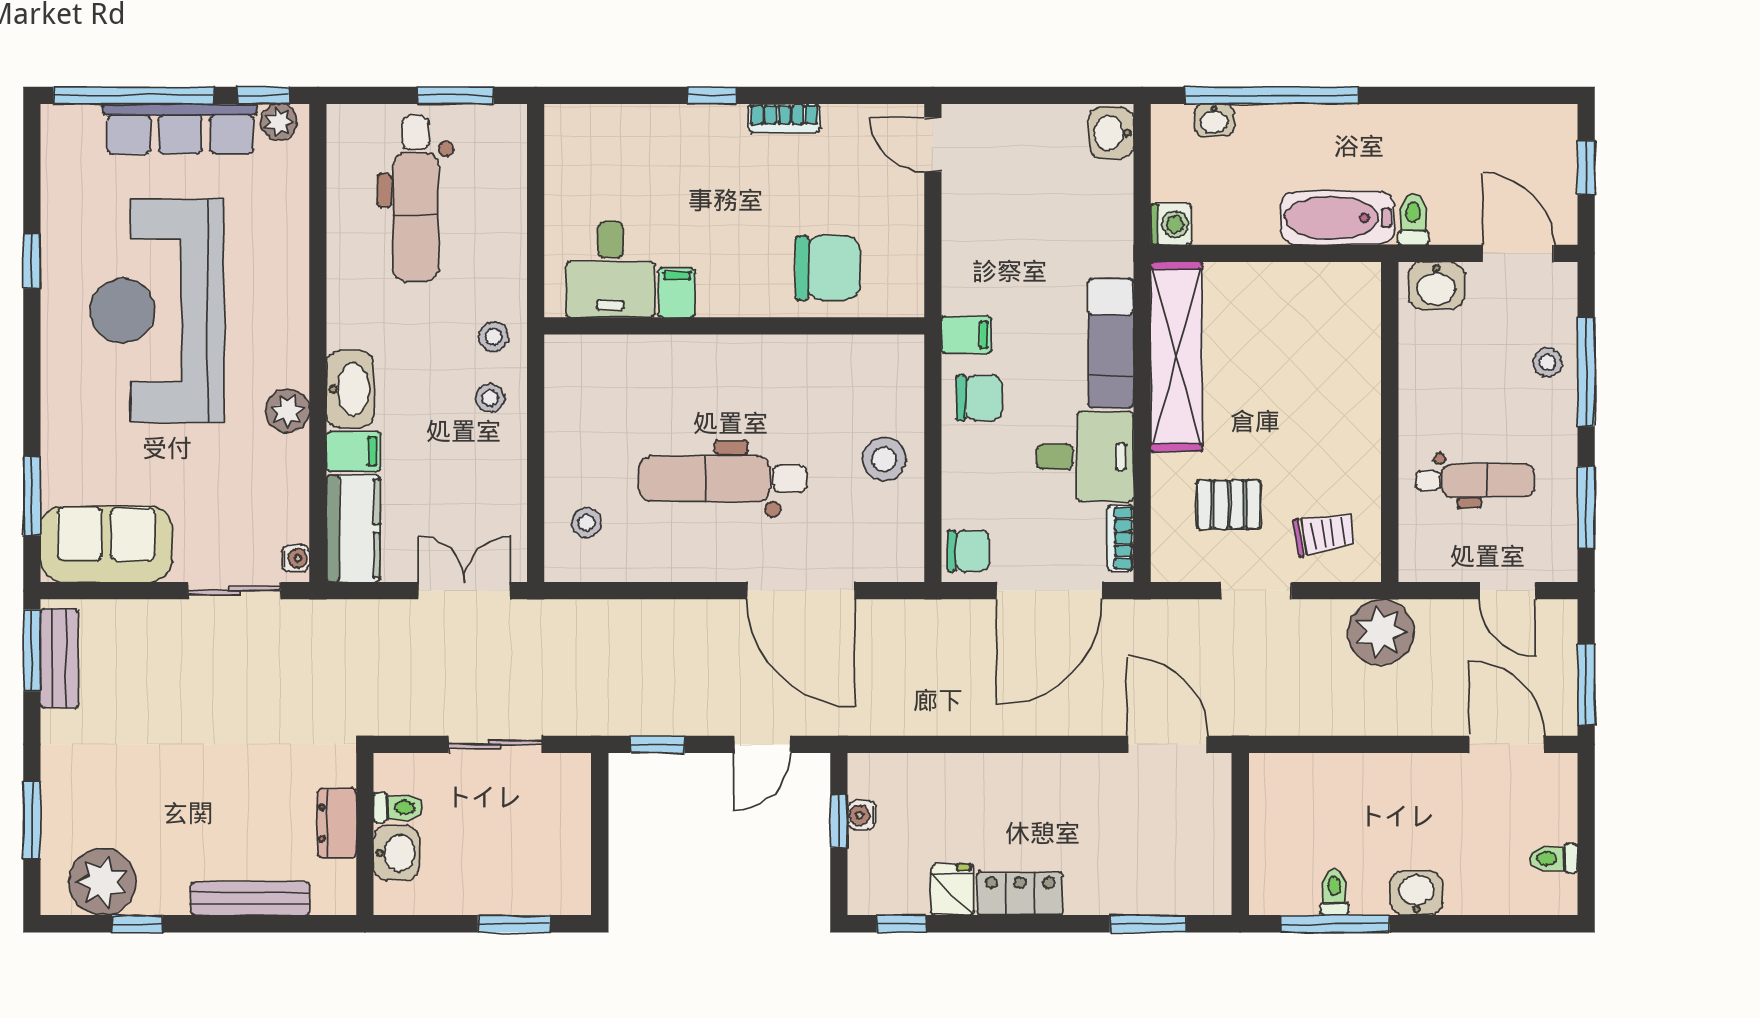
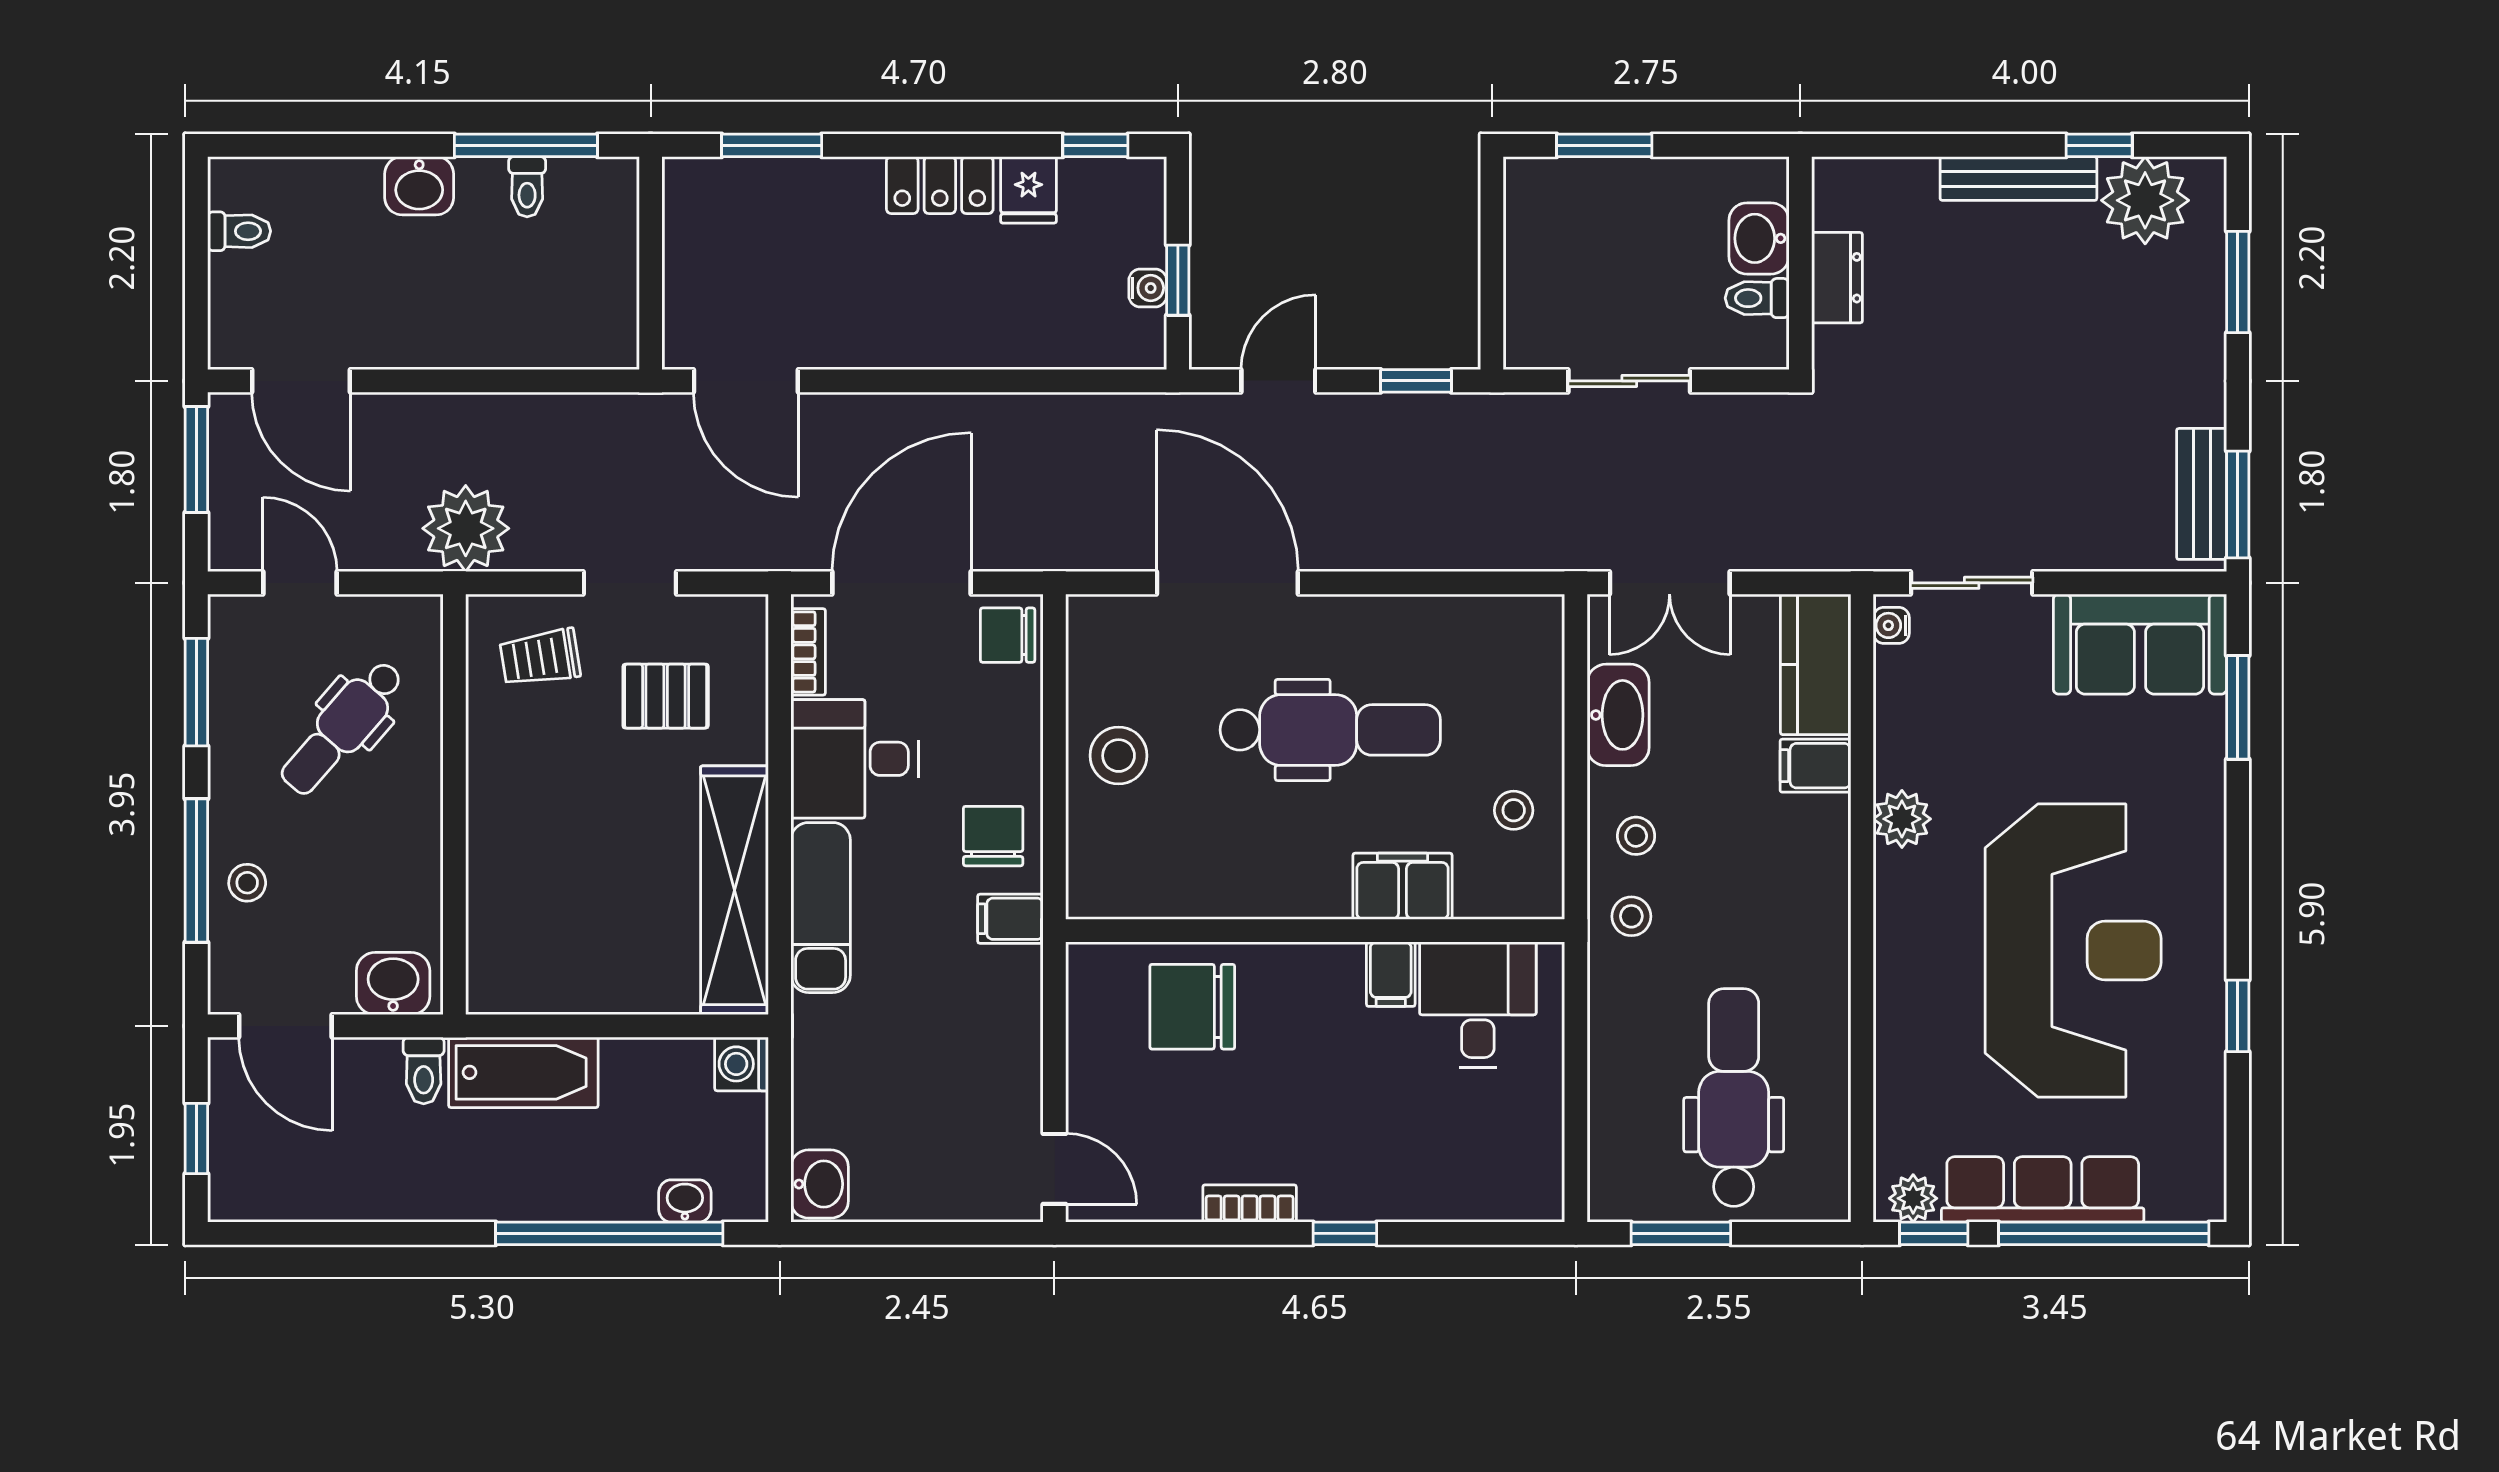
filing cabinet: (668, 360) -> (1402, 886), added
washbasin: (350, 389) -> (1618, 715), moved, turned 180
chair: (979, 398) -> (993, 836), turned 90
dental chair: (1475, 480) -> (342, 728), turned -49
stool: (586, 523) -> (1514, 810), moved
bench: (250, 898) -> (2018, 179), moved

